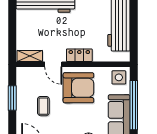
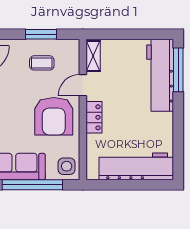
coffee table: (43, 106) -> (42, 63), moved

